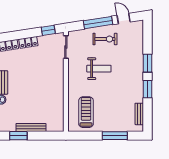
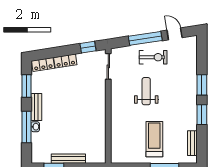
weight bench: (99, 69) -> (146, 91), turned -90
treadmill: (86, 112) -> (154, 139), moved

